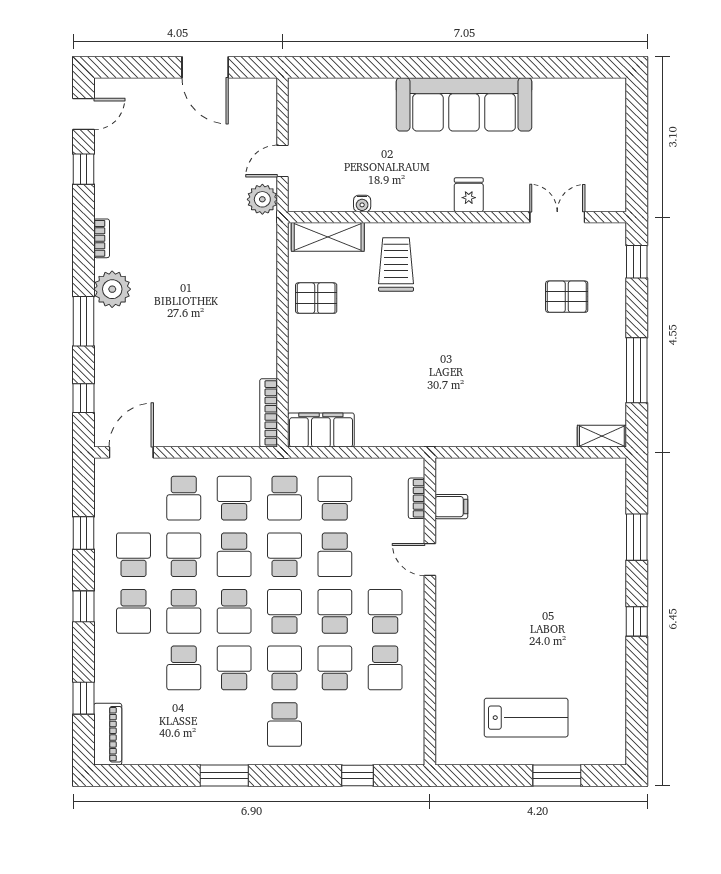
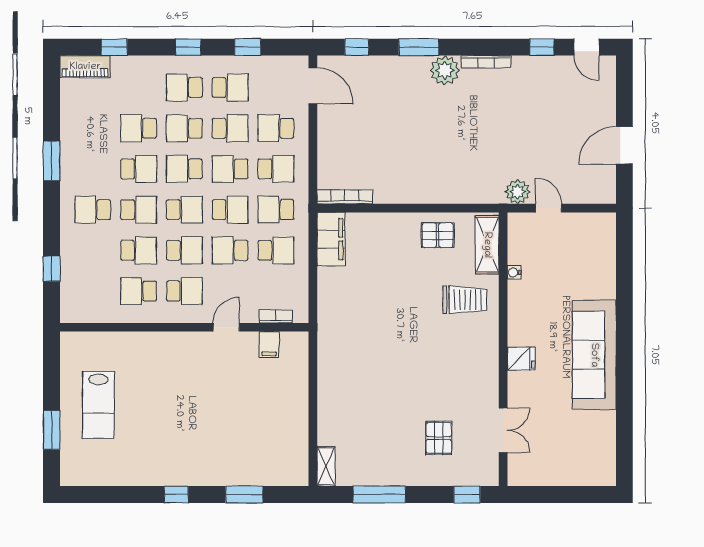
bookcase: (102, 238) -> (486, 62), width x1.56
pallet: (316, 298) -> (438, 235), turned 90

